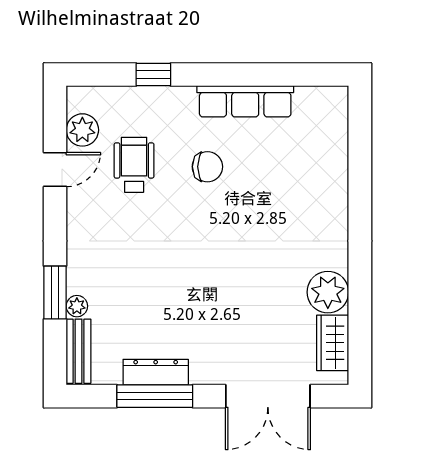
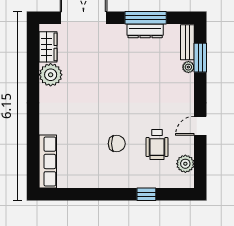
row of seats: (245, 101) -> (48, 161), moved, turned 90
chair: (207, 167) -> (117, 144), turned 180
door: (55, 170) -> (200, 126), moved
window: (55, 293) -> (200, 58), moved

